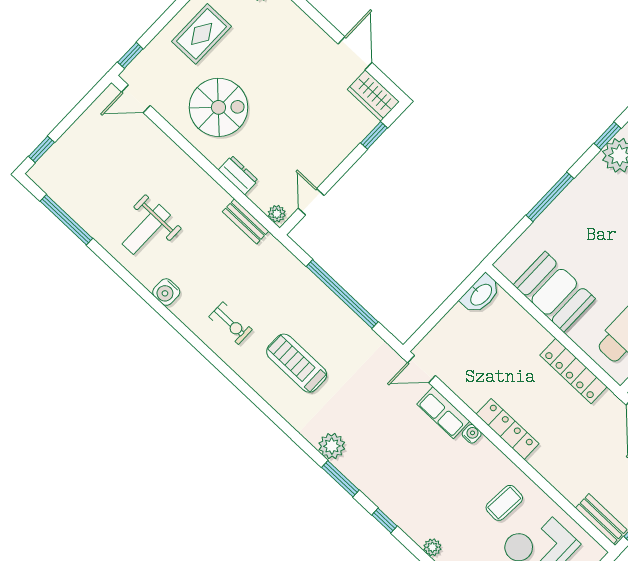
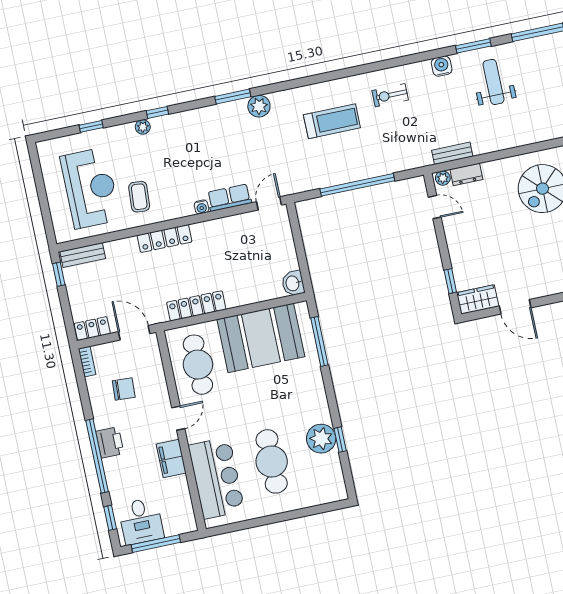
dresser: (238, 175) -> (466, 174), moved
window: (550, 197) -> (319, 341), moved
window: (124, 274) -> (473, 46), added
booth: (554, 292) -> (261, 338), width x1.36, depth x1.42
washbasin: (481, 294) -> (293, 283), width x0.72
locker: (508, 429) -> (165, 239), moved
window: (384, 521) -> (157, 112), moved

